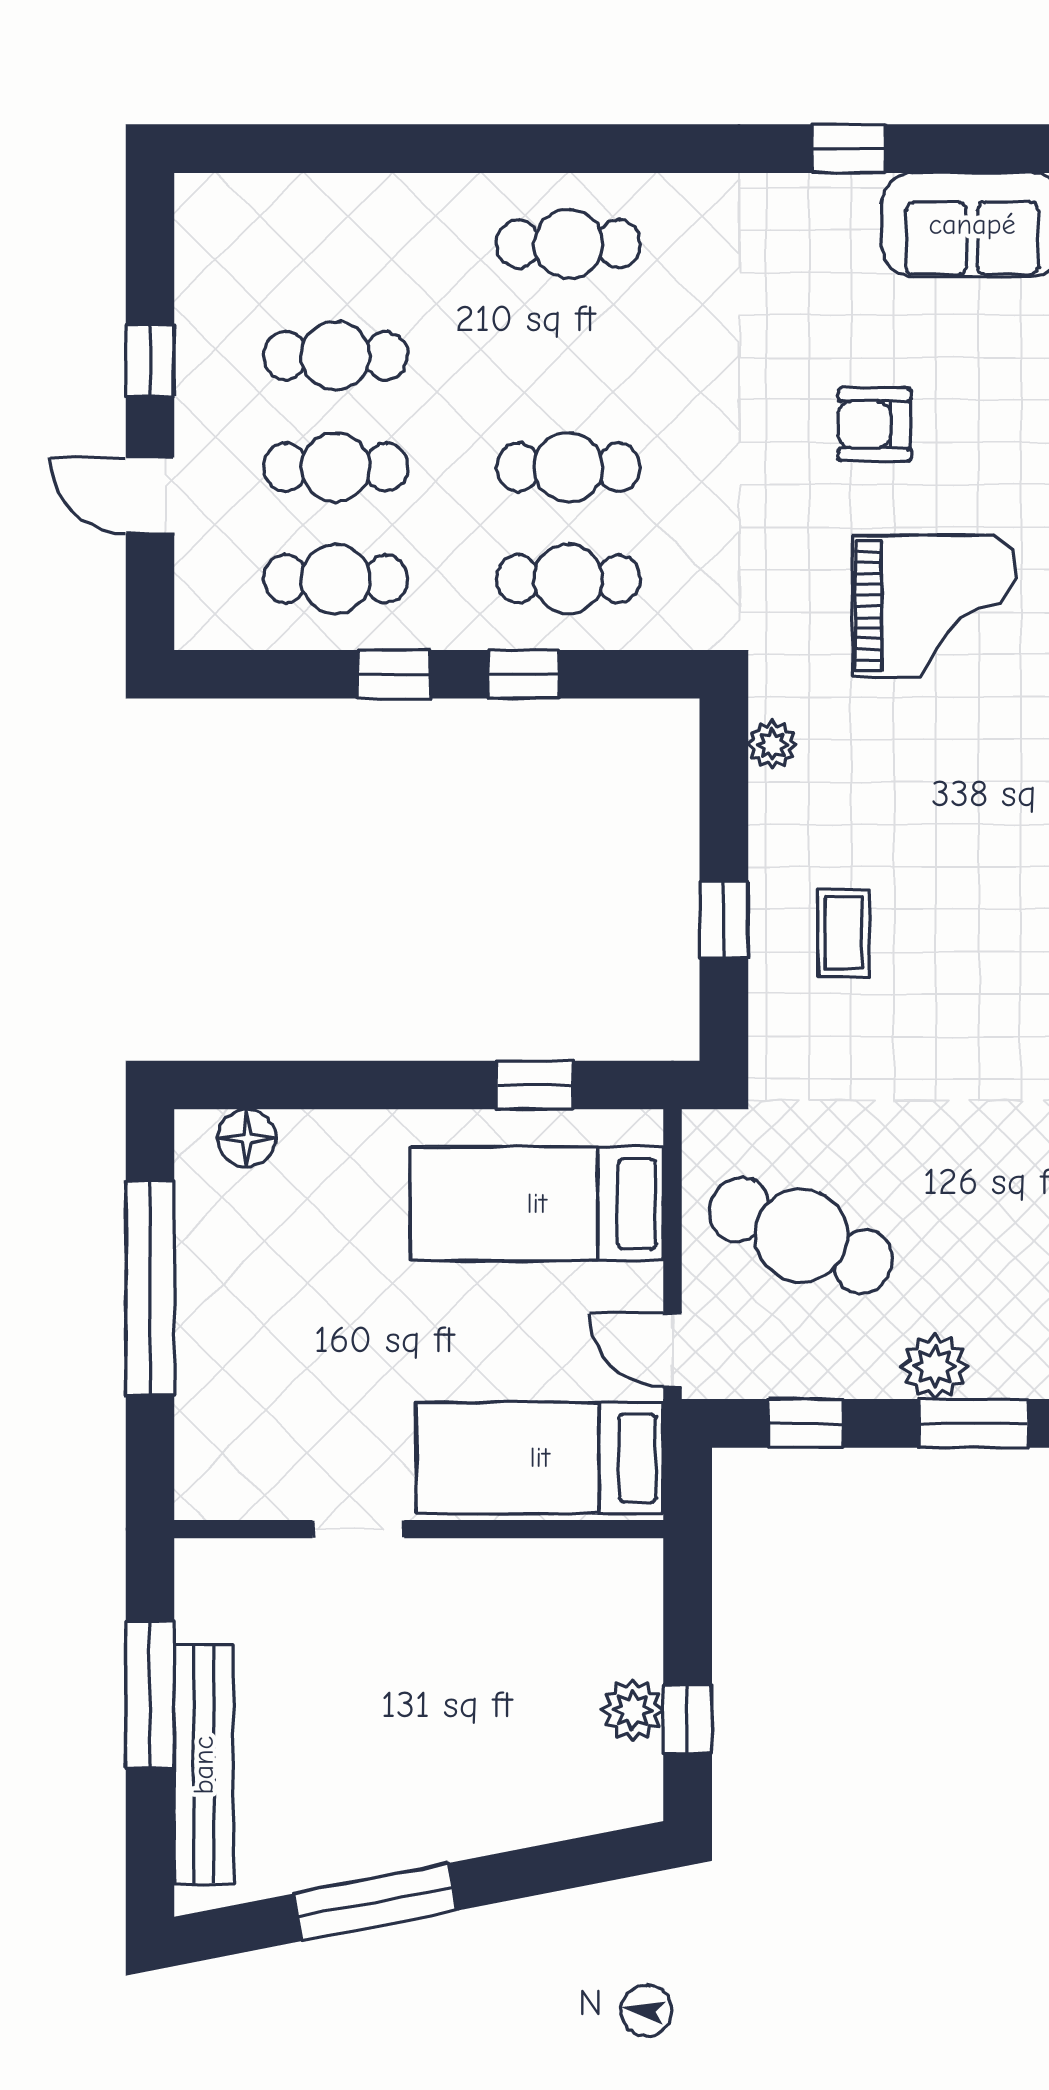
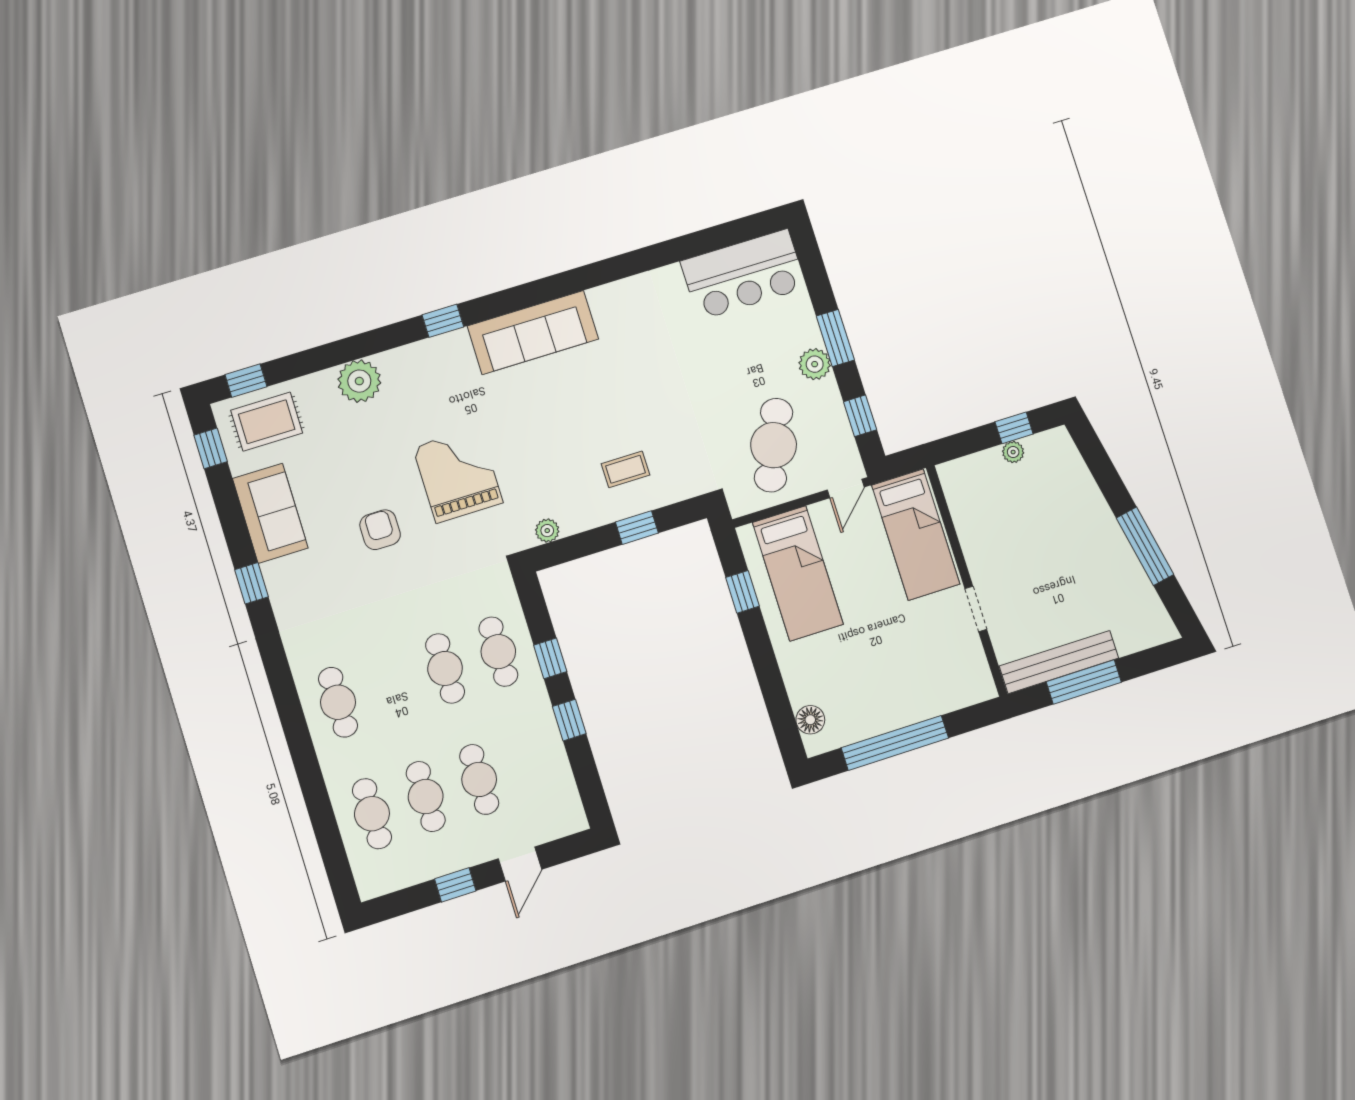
armchair: (875, 425) -> (380, 530), turned 180
cafe table: (336, 579) -> (372, 814), moved
plant: (632, 1710) -> (1013, 452), width x0.73, depth x0.73
bench: (204, 1765) -> (1059, 662), moved

